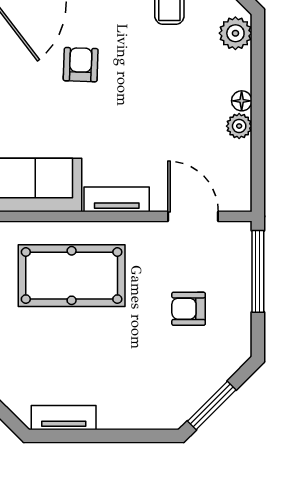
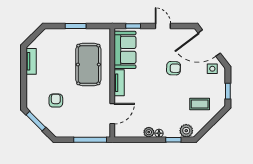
window: (258, 65) -> (173, 140), added
armchair: (189, 309) -> (56, 101), moved

